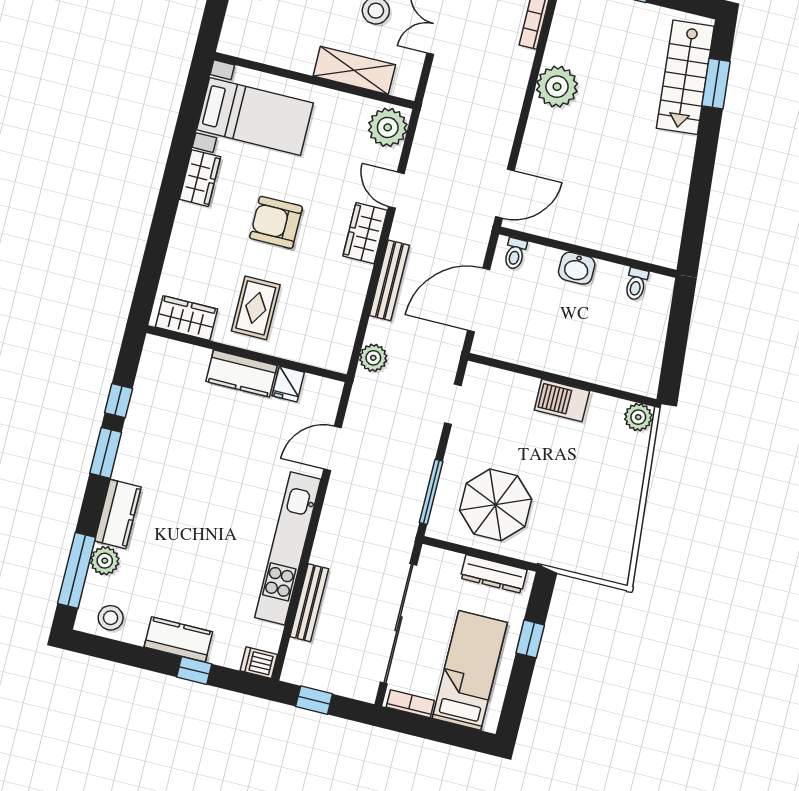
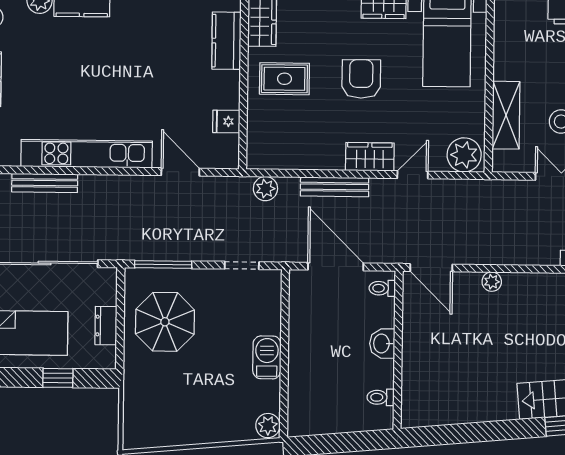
plant: (557, 87) -> (492, 282), moved, width x0.53, depth x0.53
kitchen counter: (242, 373) -> (226, 41), moved
dresser: (494, 574) -> (106, 326), width x0.70

